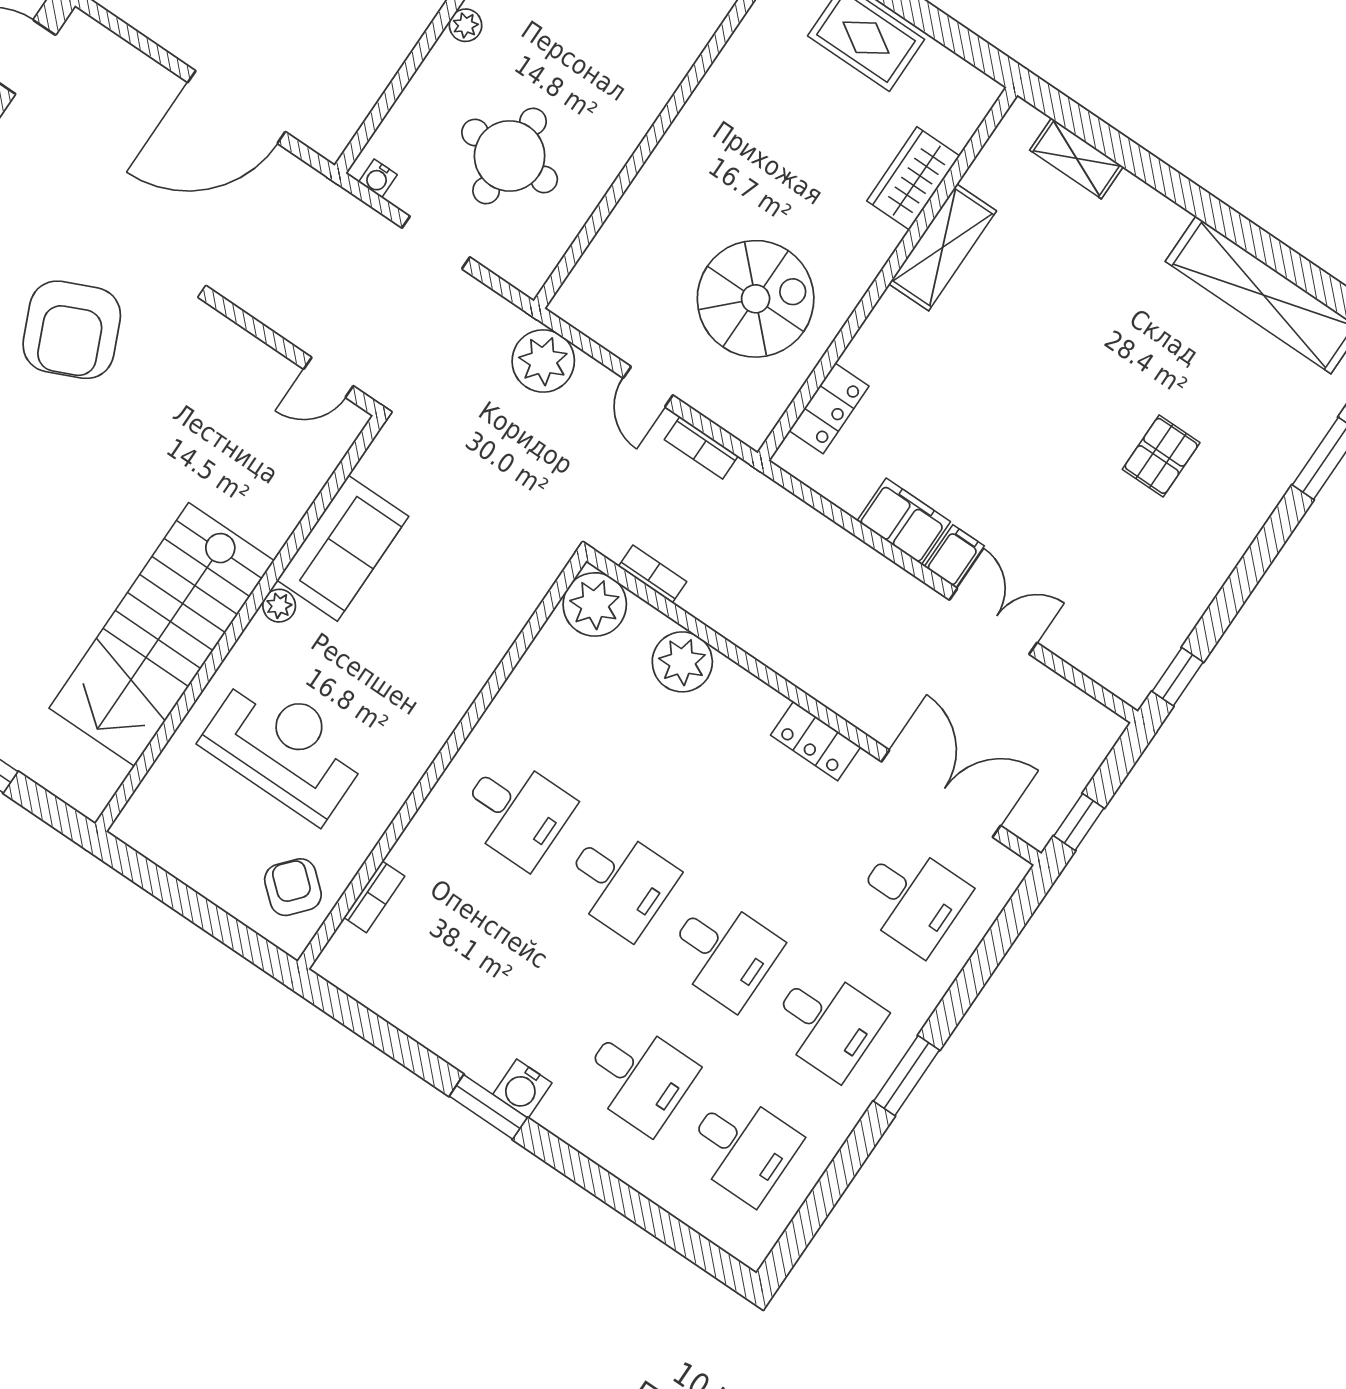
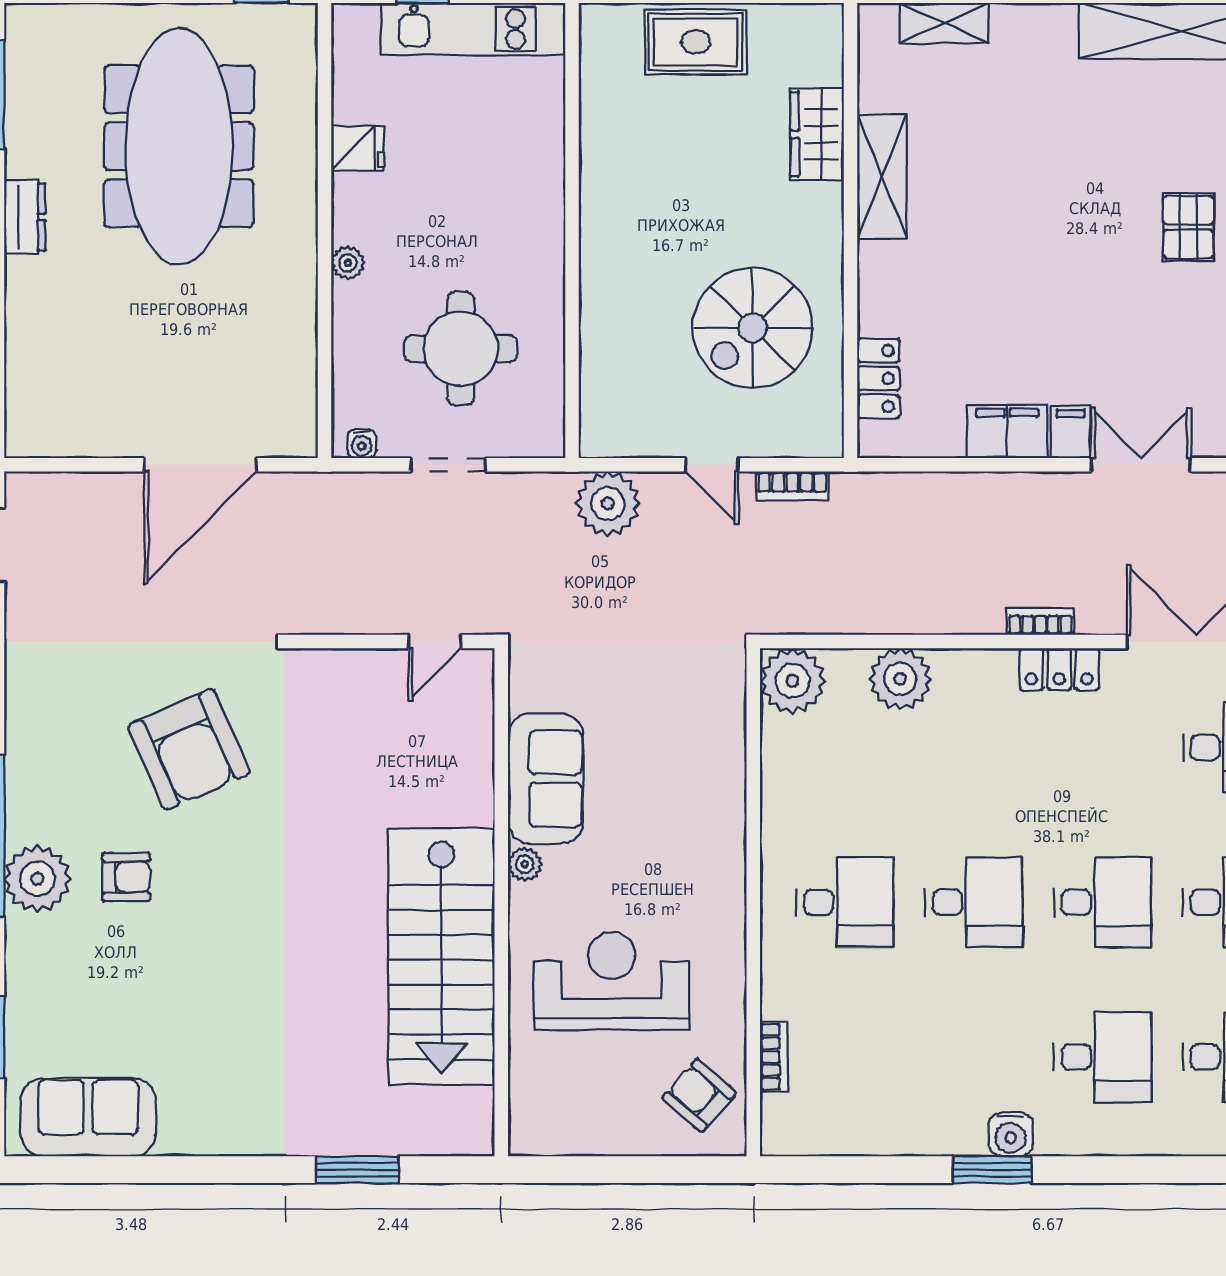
spiral stairs: (756, 299) -> (753, 328), turned 180
bookcase: (653, 574) -> (1040, 621), moved

